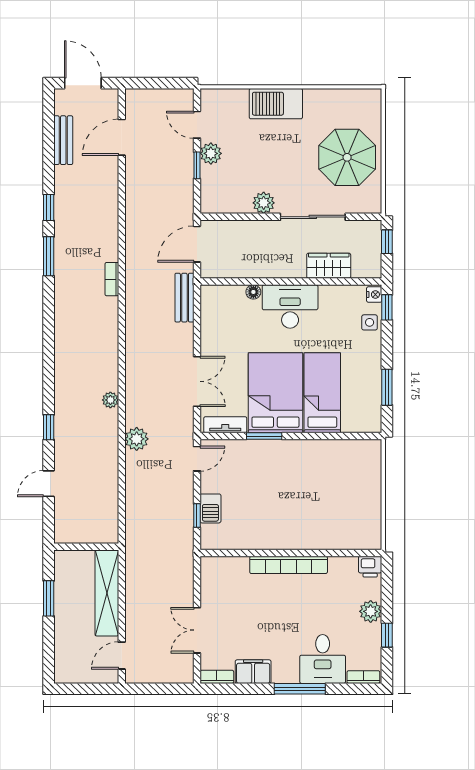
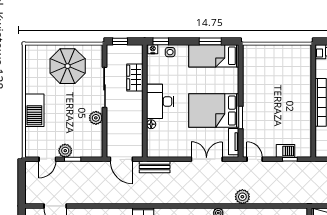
bed: (322, 393) -> (214, 56), moved

